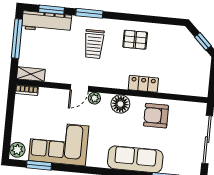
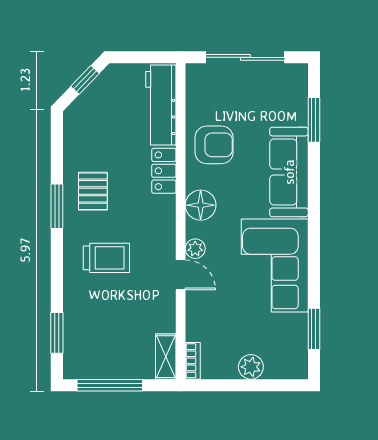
window: (89, 13) -> (57, 206), moved
workbench: (46, 22) -> (161, 105), moved, turned 180
armchair: (156, 116) -> (214, 145), turned -90
corner sofa: (59, 143) -> (275, 265), moved
plant: (17, 150) -> (251, 367), moved

